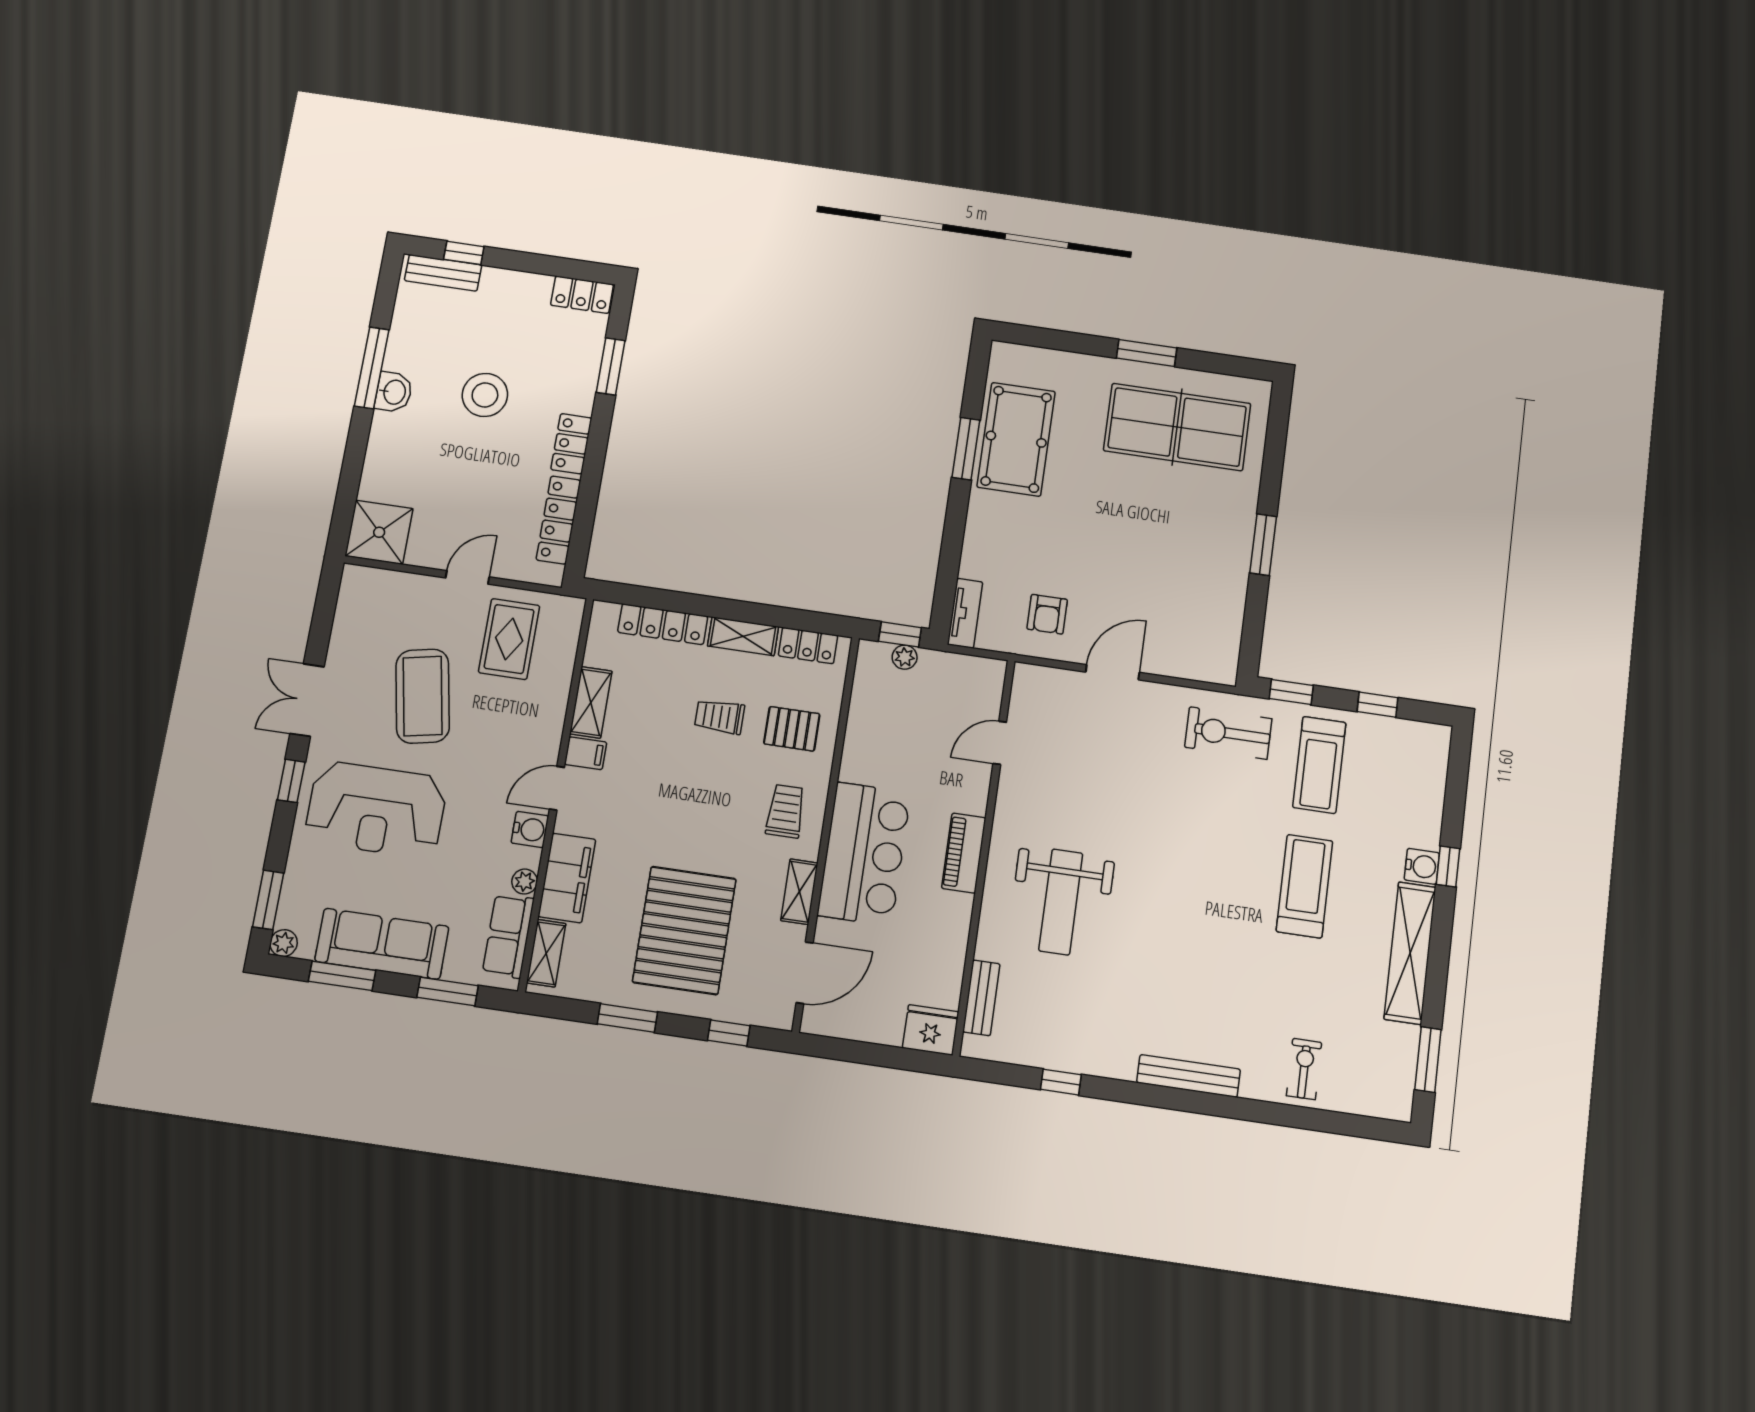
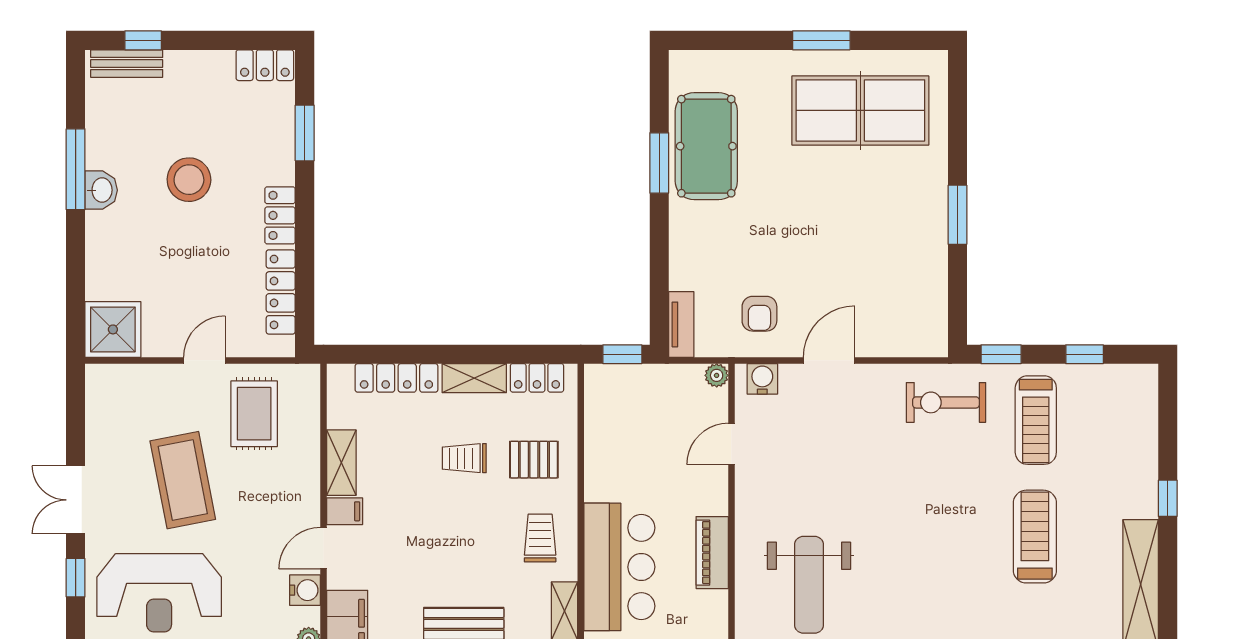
plant: (905, 657) -> (717, 375), moved
water cooler: (1422, 866) -> (762, 379), moved, turned -90

